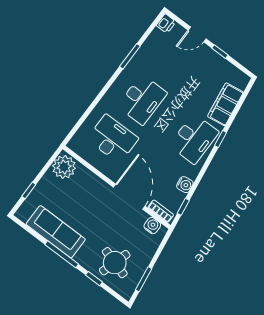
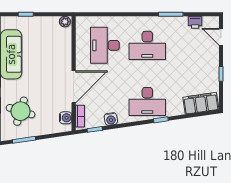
printer: (166, 24) -> (195, 22), moved
door: (197, 34) -> (221, 37), moved
filing cabinet: (225, 104) -> (201, 103), moved
desk: (113, 139) -> (105, 45), turned 180
plant: (64, 167) -> (65, 22), width x0.53, depth x0.53

